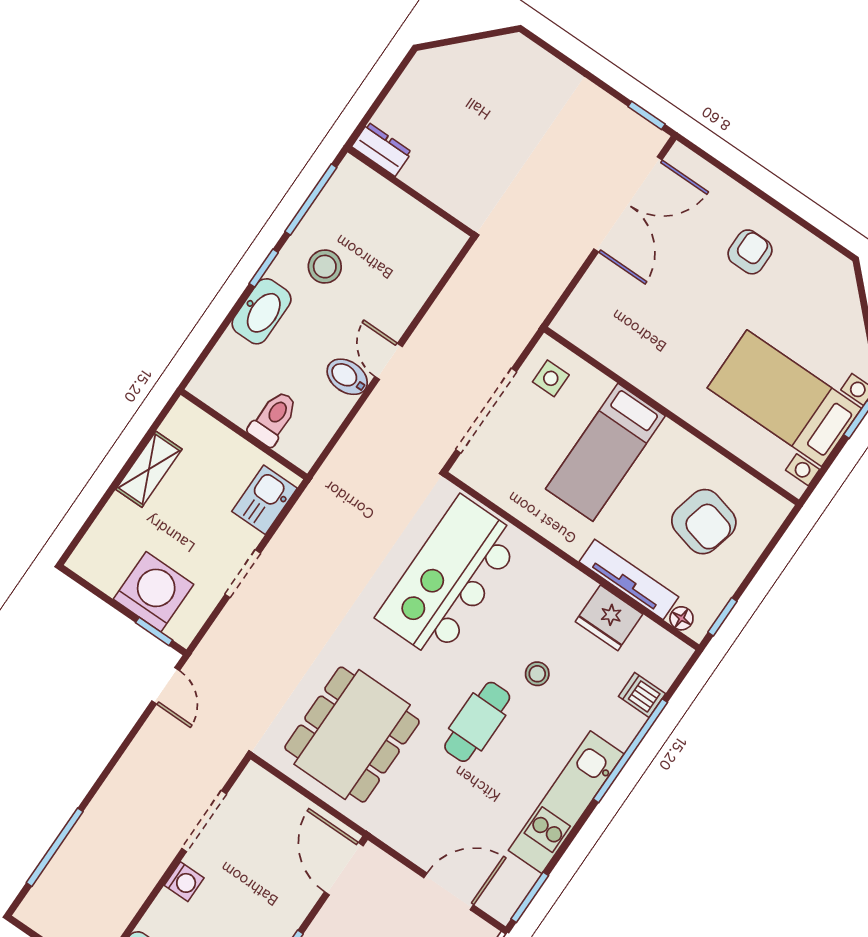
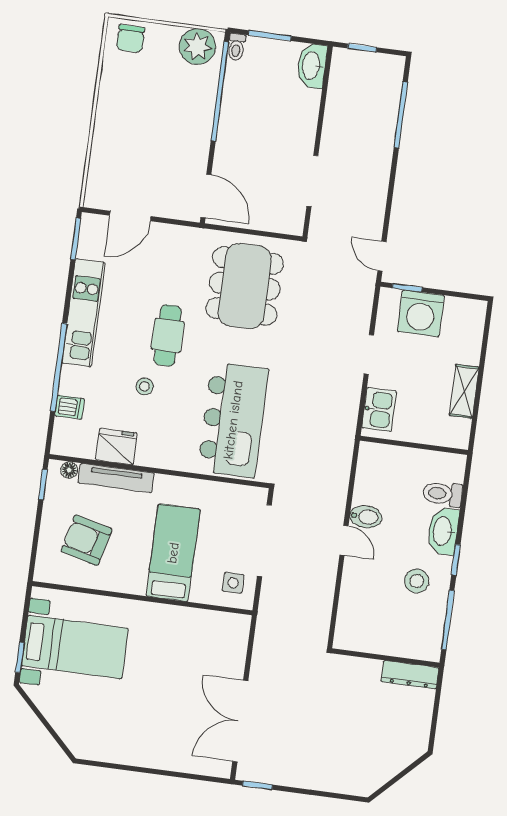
dresser: (382, 149) -> (410, 675), width x1.44
armchair: (750, 252) -> (145, 731), removed
toilet: (273, 418) -> (443, 494), moved, turned 90
washing machine: (184, 882) -> (305, 135), removed

